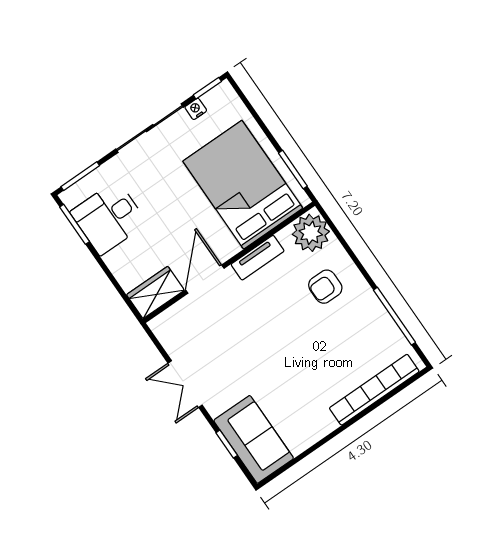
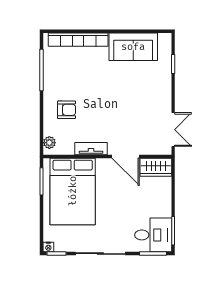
nightstand: (196, 109) -> (48, 247), moved
desk: (109, 218) -> (153, 235), moved
plant: (311, 233) -> (49, 143), width x0.53, depth x0.53
door: (205, 279) -> (126, 156), hinge flipped
double door: (185, 384) -> (173, 130), moved
sofa: (254, 439) -> (133, 47), moved, turned -90

